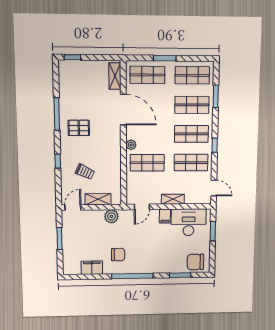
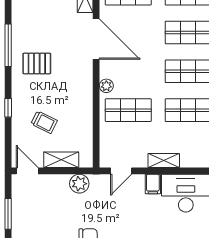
door: (73, 207) -> (27, 171), hinge flipped

